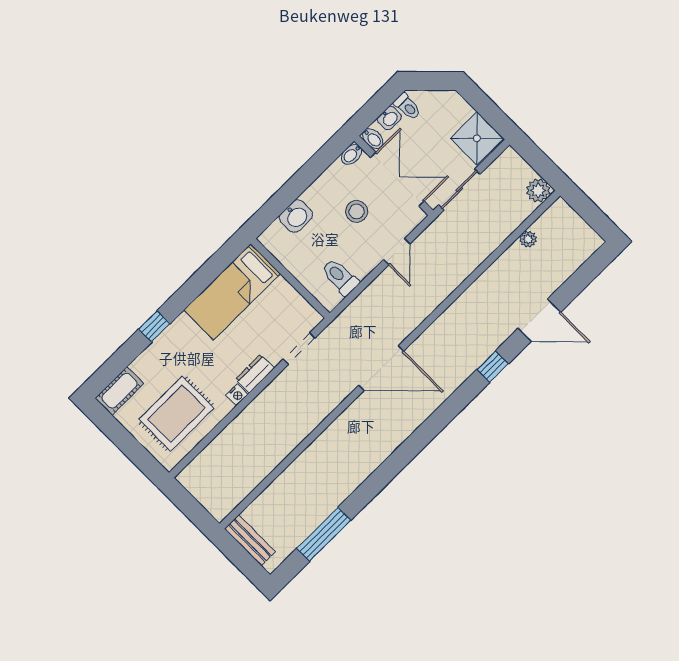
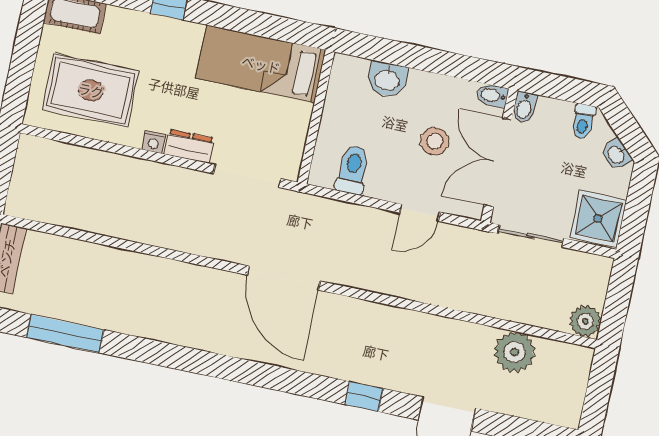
washbasin: (389, 118) -> (616, 154), moved, turned 45
double door: (397, 179) -> (498, 162), swing flipped
plant: (528, 239) -> (515, 352), width x1.87, depth x1.87
doorway: (299, 349) -> (247, 176), width x1.38

